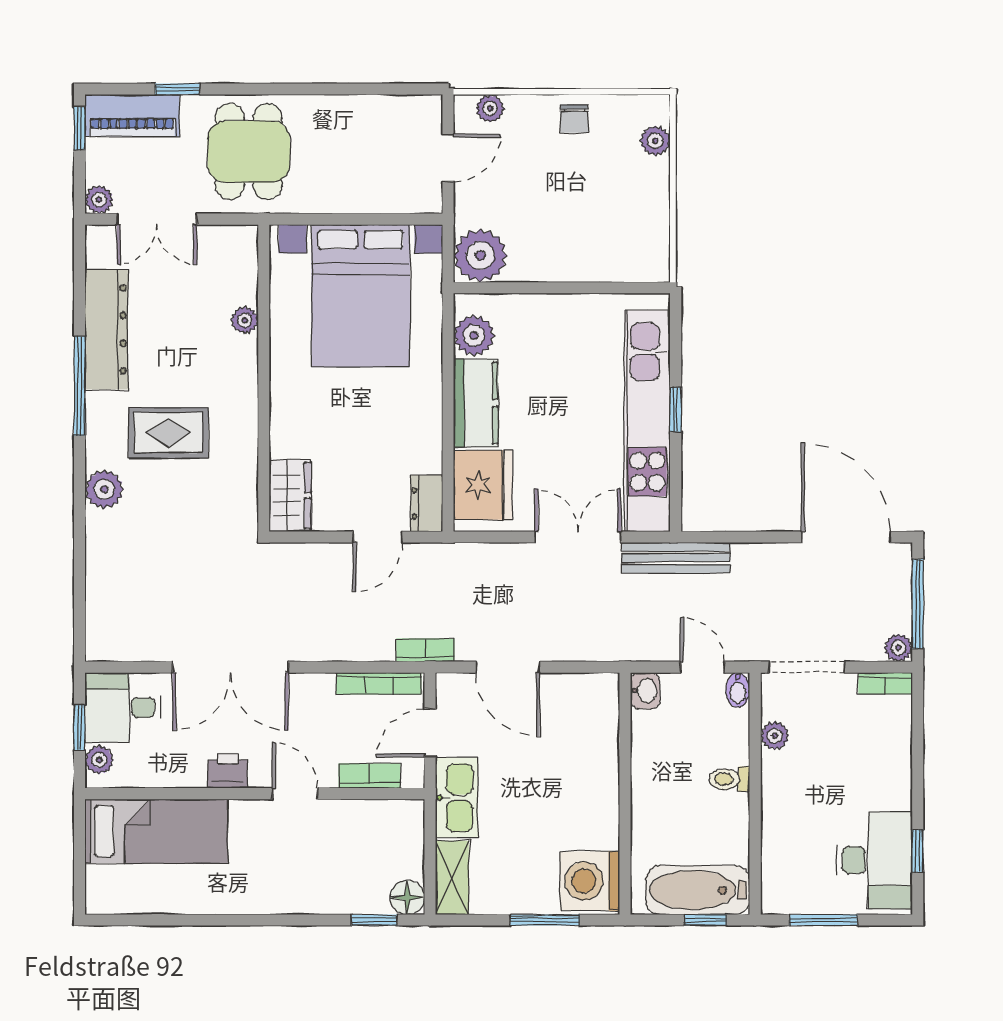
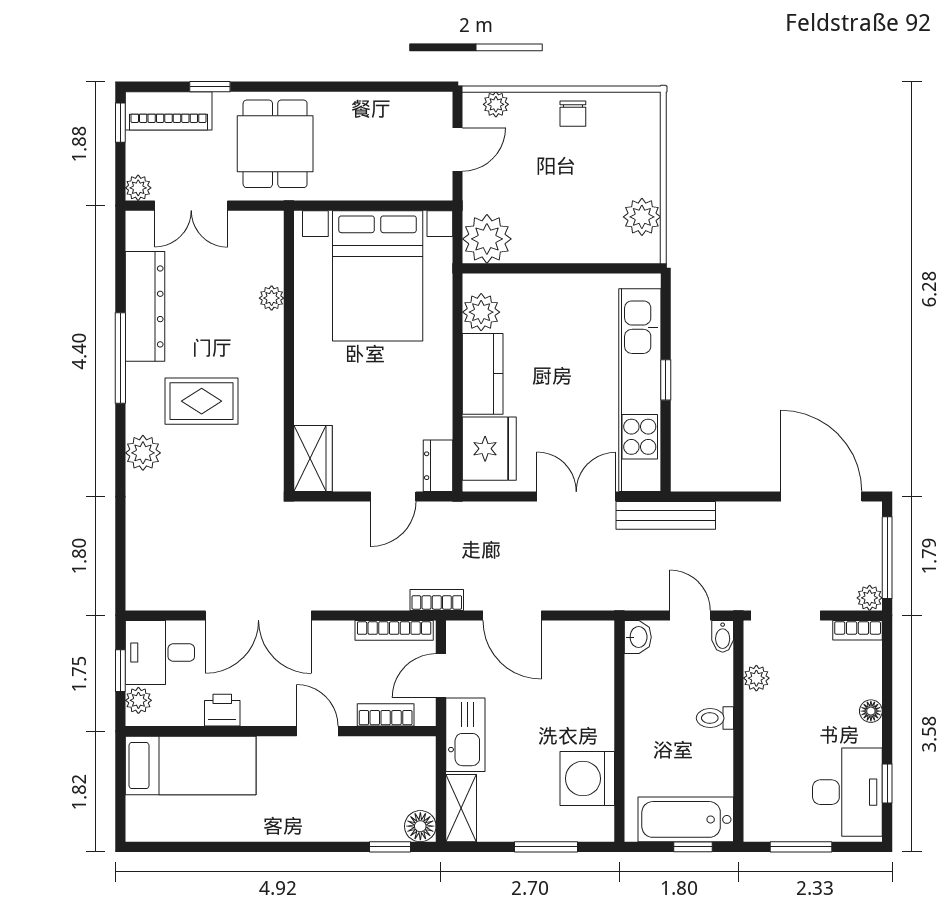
plant: (655, 141) -> (642, 217), moved, width x1.38, depth x1.38
printer: (228, 771) -> (222, 710), moved
floor lamp: (900, 772) -> (871, 711), added
washing machine: (590, 881) -> (587, 779), moved

